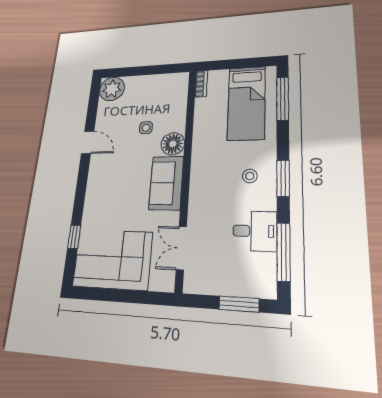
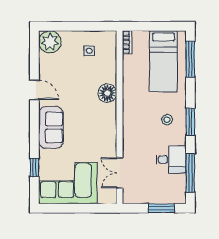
side table: (146, 128) -> (89, 51), moved
sofa: (166, 183) -> (51, 127), moved, turned 180

